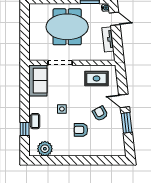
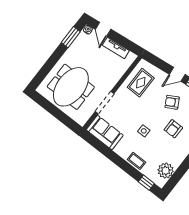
door: (115, 19) -> (103, 29), swing flipped
meeting table: (67, 27) -> (71, 87), moved
window: (25, 129) -> (146, 183), moved

